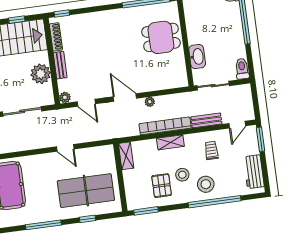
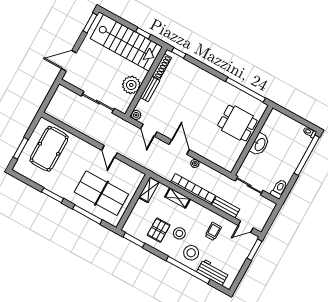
washbasin: (197, 57) -> (260, 144), moved
shelving: (170, 142) -> (178, 198), moved
workbench: (254, 172) -> (213, 272), moved, turned 90
window: (87, 219) -> (87, 214), width x2.17
window: (43, 225) -> (53, 195), width x0.69

